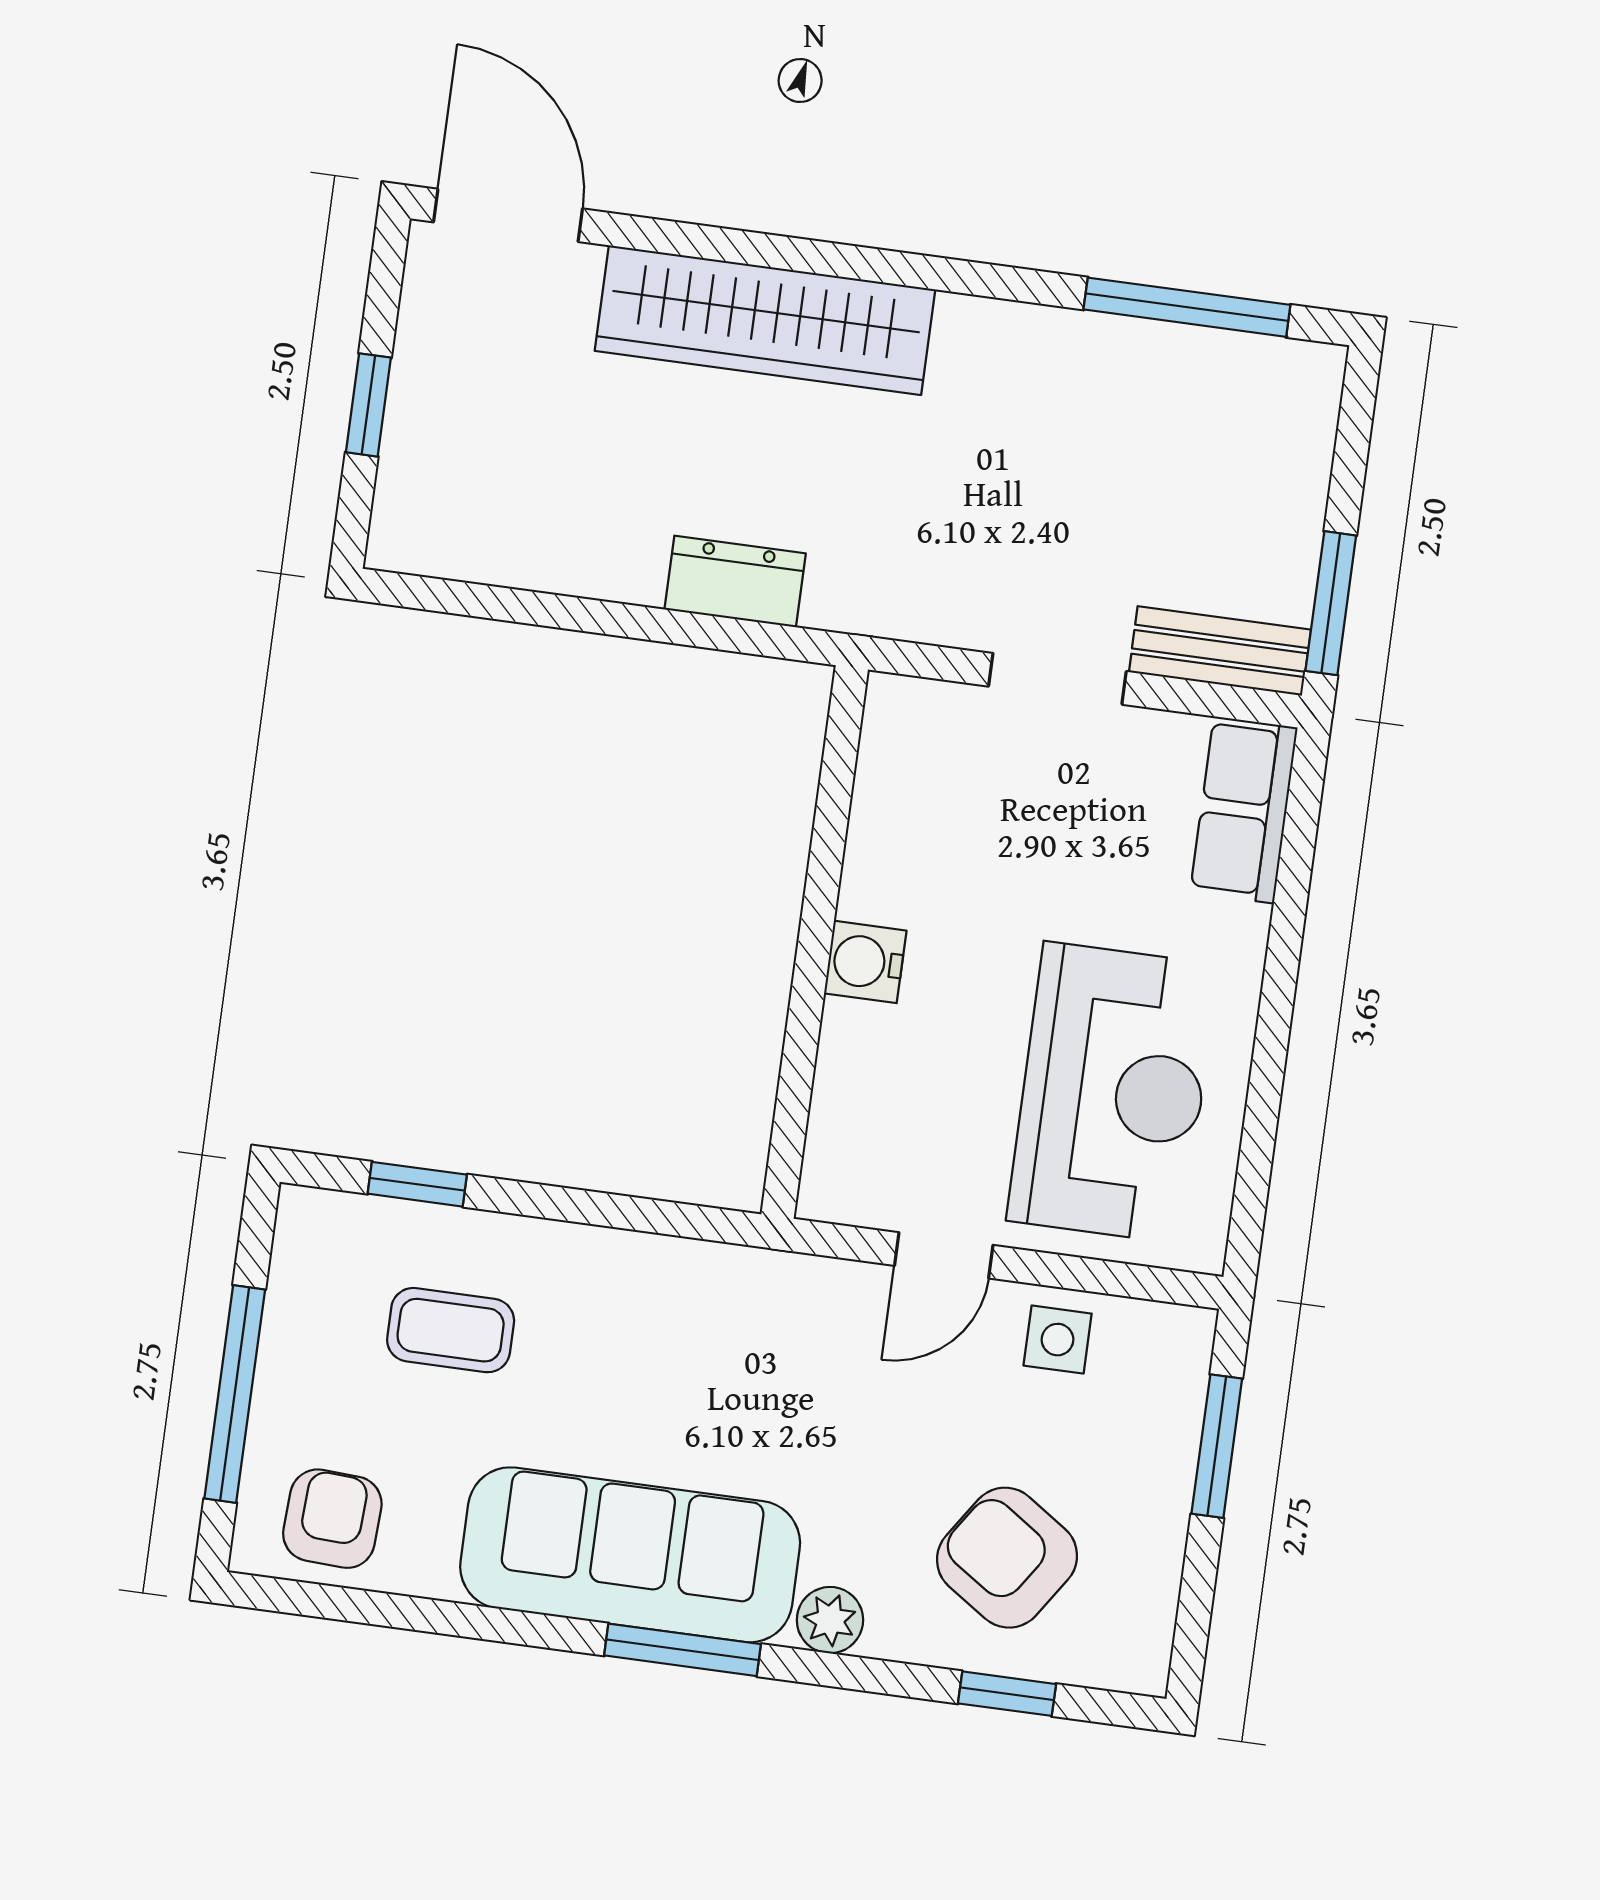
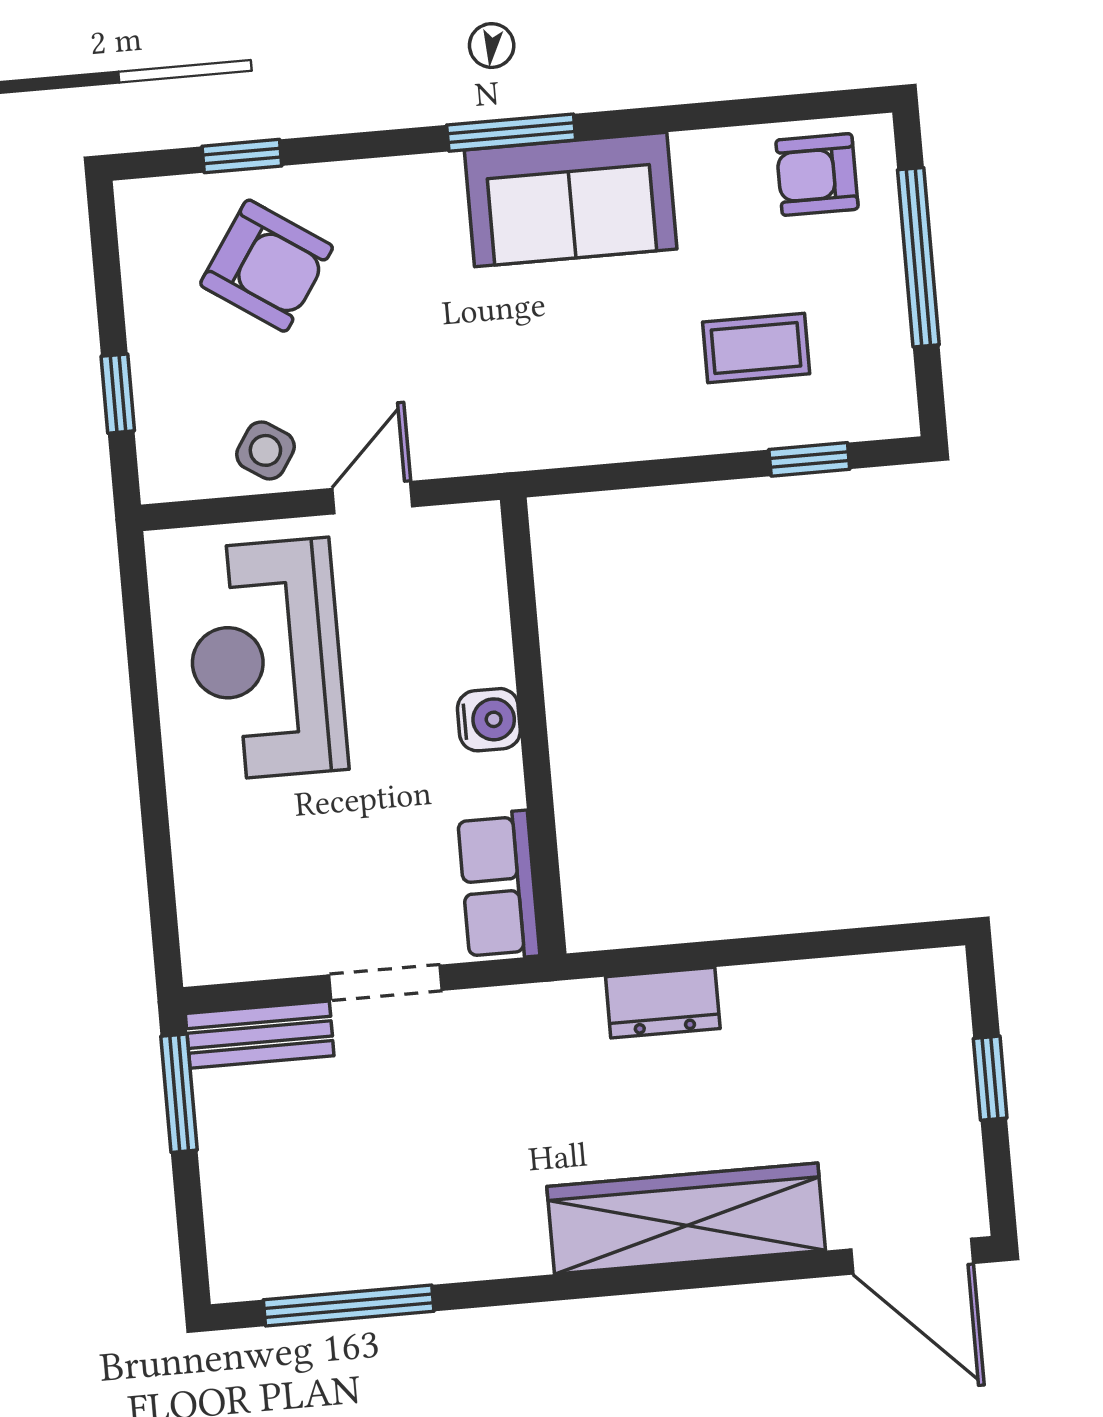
row of seats: (1244, 810) -> (499, 886), moved, turned 180
side table: (1058, 1340) -> (265, 450), turned 33
window: (1217, 1446) -> (118, 394), width x0.67
armchair: (332, 1519) -> (817, 175), turned 87
sofa: (630, 1555) -> (571, 200), width x0.73
plant: (830, 1620) -> (398, 183), removed

